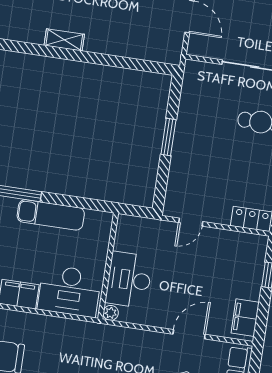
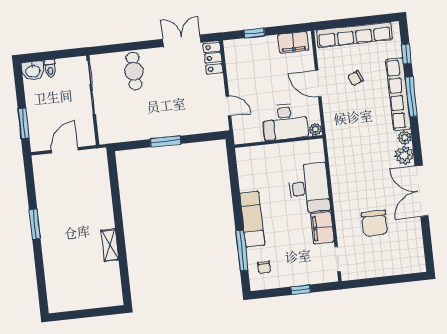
wall: (108, 266) -> (279, 141), moved
desk: (129, 280) -> (285, 122), moved
plant: (111, 313) -> (315, 129), moved

